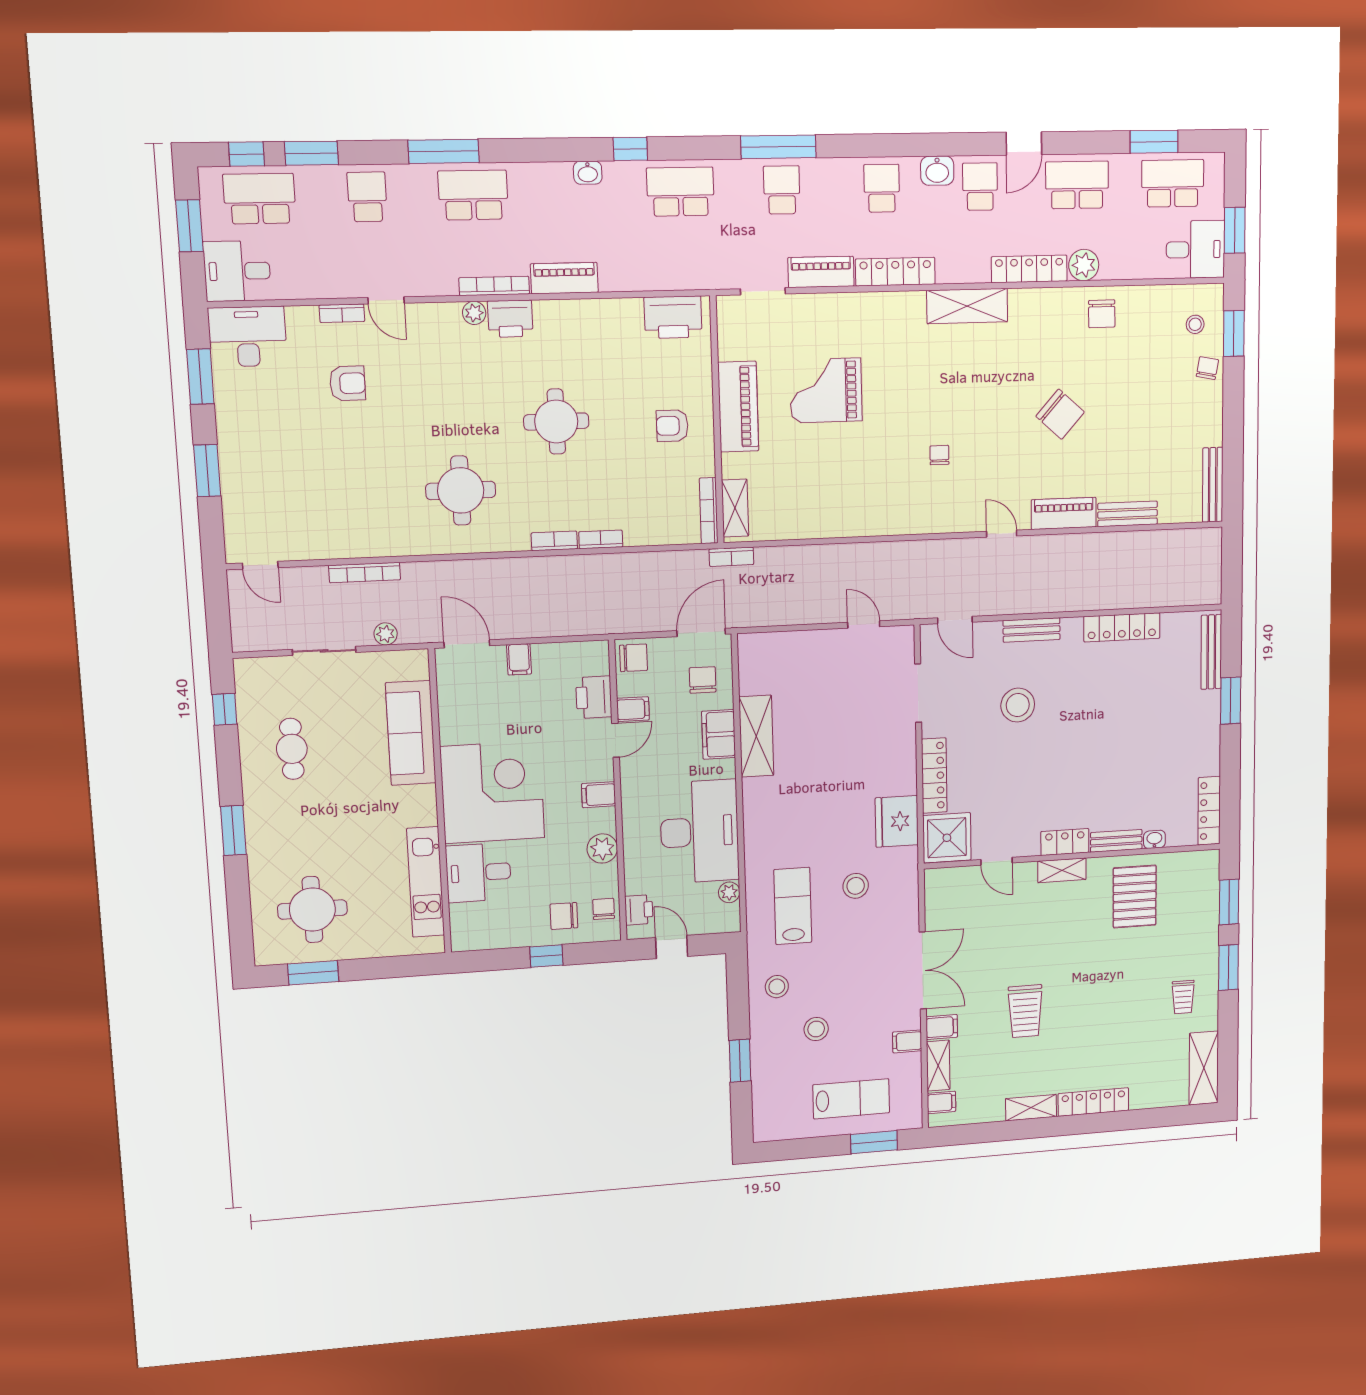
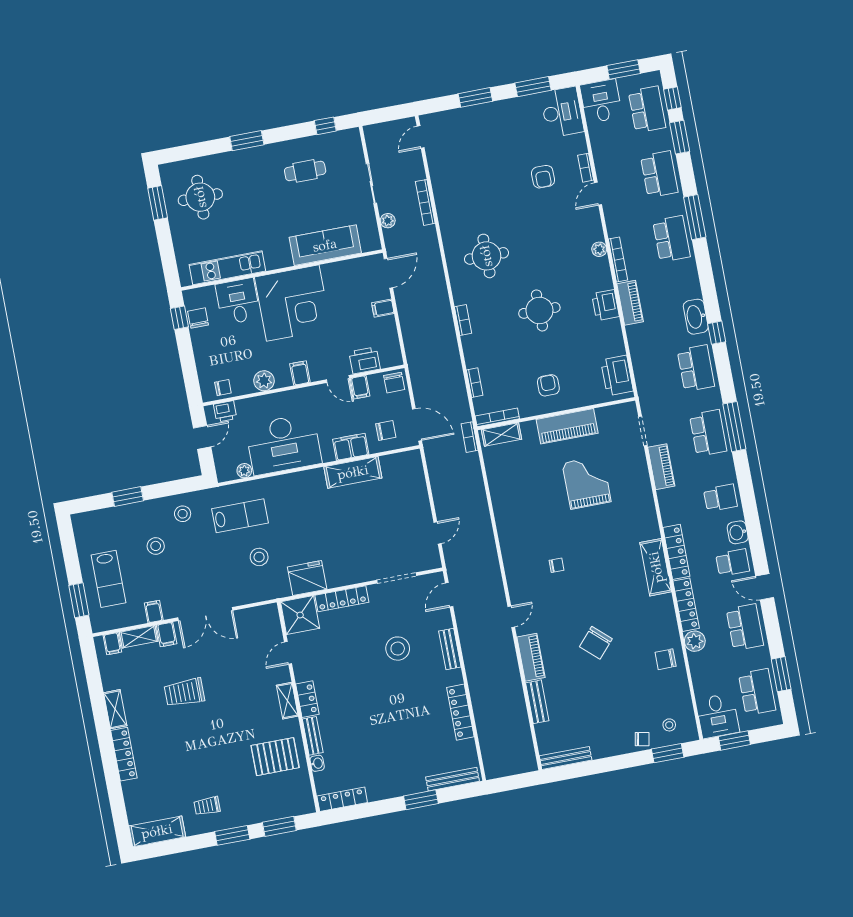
washbasin: (588, 173) -> (696, 317), width x1.91, depth x1.45
school desk: (782, 190) -> (708, 433), width x1.85
school desk: (367, 197) -> (659, 174), width x1.85
locker: (895, 272) -> (676, 552), moved
printer: (510, 319) -> (605, 305), moved
bookcase: (601, 539) -> (475, 383), moved
chair: (564, 916) -> (198, 318), moved
window: (546, 956) -> (179, 318), moved

